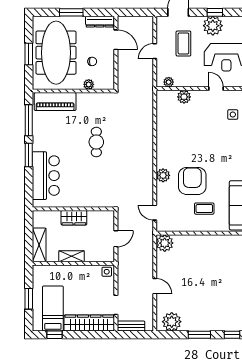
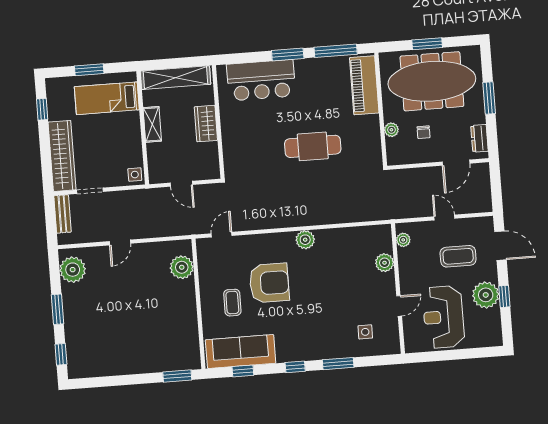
dresser: (100, 22) -> (479, 138), width x0.70
cafe table: (96, 142) -> (313, 146), width x1.37, depth x1.35
plant: (163, 175) -> (305, 240), moved
plant: (165, 243) -> (182, 267), moved
shelving: (39, 245) -> (175, 78), width x1.47
bed: (53, 308) -> (107, 98), moved, turned 180

